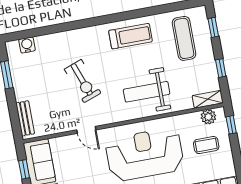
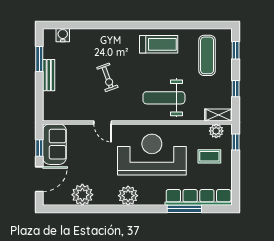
exercise bike: (83, 81) -> (107, 77), width x0.73, depth x0.72
bench: (25, 118) -> (49, 75), moved

